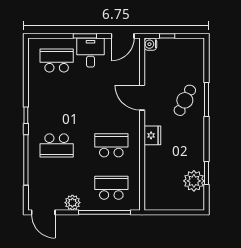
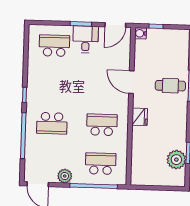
cafe table: (185, 100) -> (170, 86), turned 63

